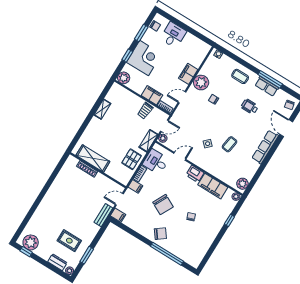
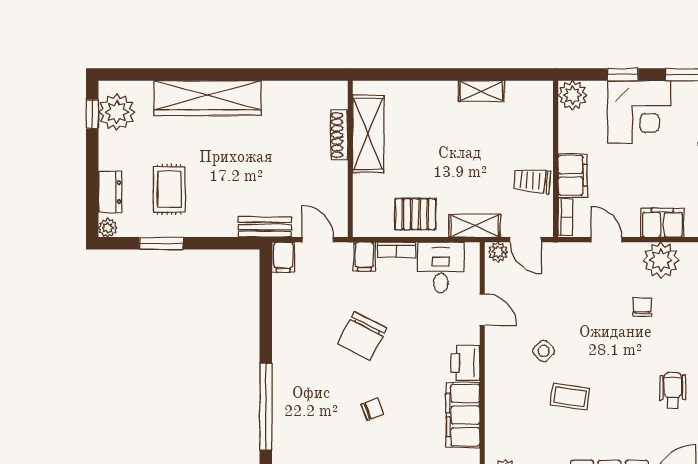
wardrobe: (45, 207) -> (208, 98), added
chair: (160, 234) -> (299, 367), removed

